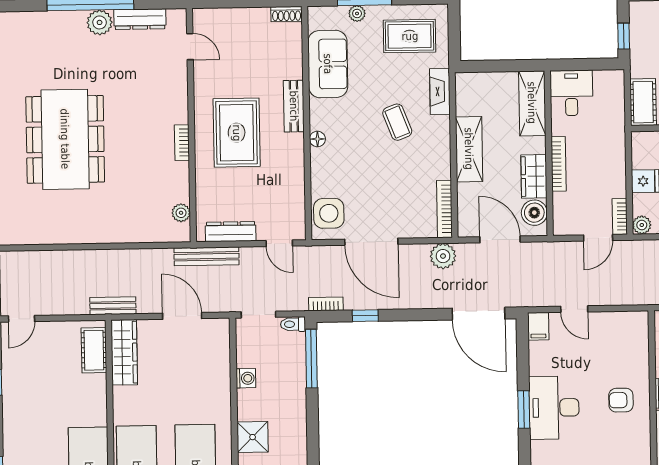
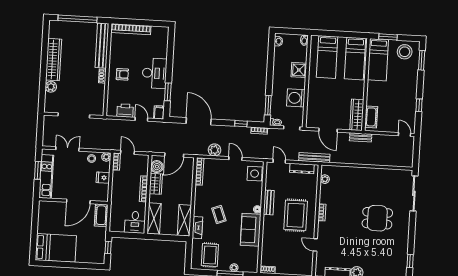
rug: (410, 36) -> (210, 255), turned 90
door: (190, 47) -> (315, 245), moved
sofa: (328, 64) -> (251, 230), moved
bench: (294, 106) -> (269, 202), moved
dining table: (65, 139) -> (377, 218), width x0.53, depth x0.80
shelving: (469, 149) -> (184, 220), moved
door: (598, 238) -> (127, 152), hinge flipped
door: (500, 239) -> (174, 155), hinge flipped
door: (371, 242) -> (235, 159), width x0.53
plant: (443, 256) -> (215, 150), moved
door: (478, 314) -> (199, 121), moved
door: (21, 319) -> (405, 134), hinge flipped
printer: (610, 325) -> (125, 111), added
window: (311, 359) -> (268, 105), width x0.69
washing machine: (246, 378) -> (296, 98), width x1.89, depth x1.89
window: (524, 410) -> (168, 92), moved

